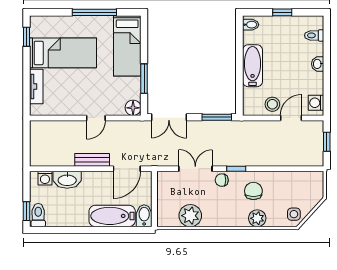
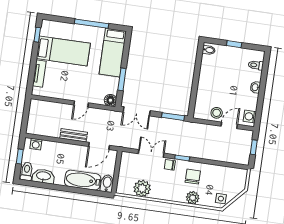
bathtub: (253, 66) -> (206, 81), removed
washbasin: (67, 180) -> (43, 176), moved, turned 180
window: (26, 211) -> (20, 156), moved

